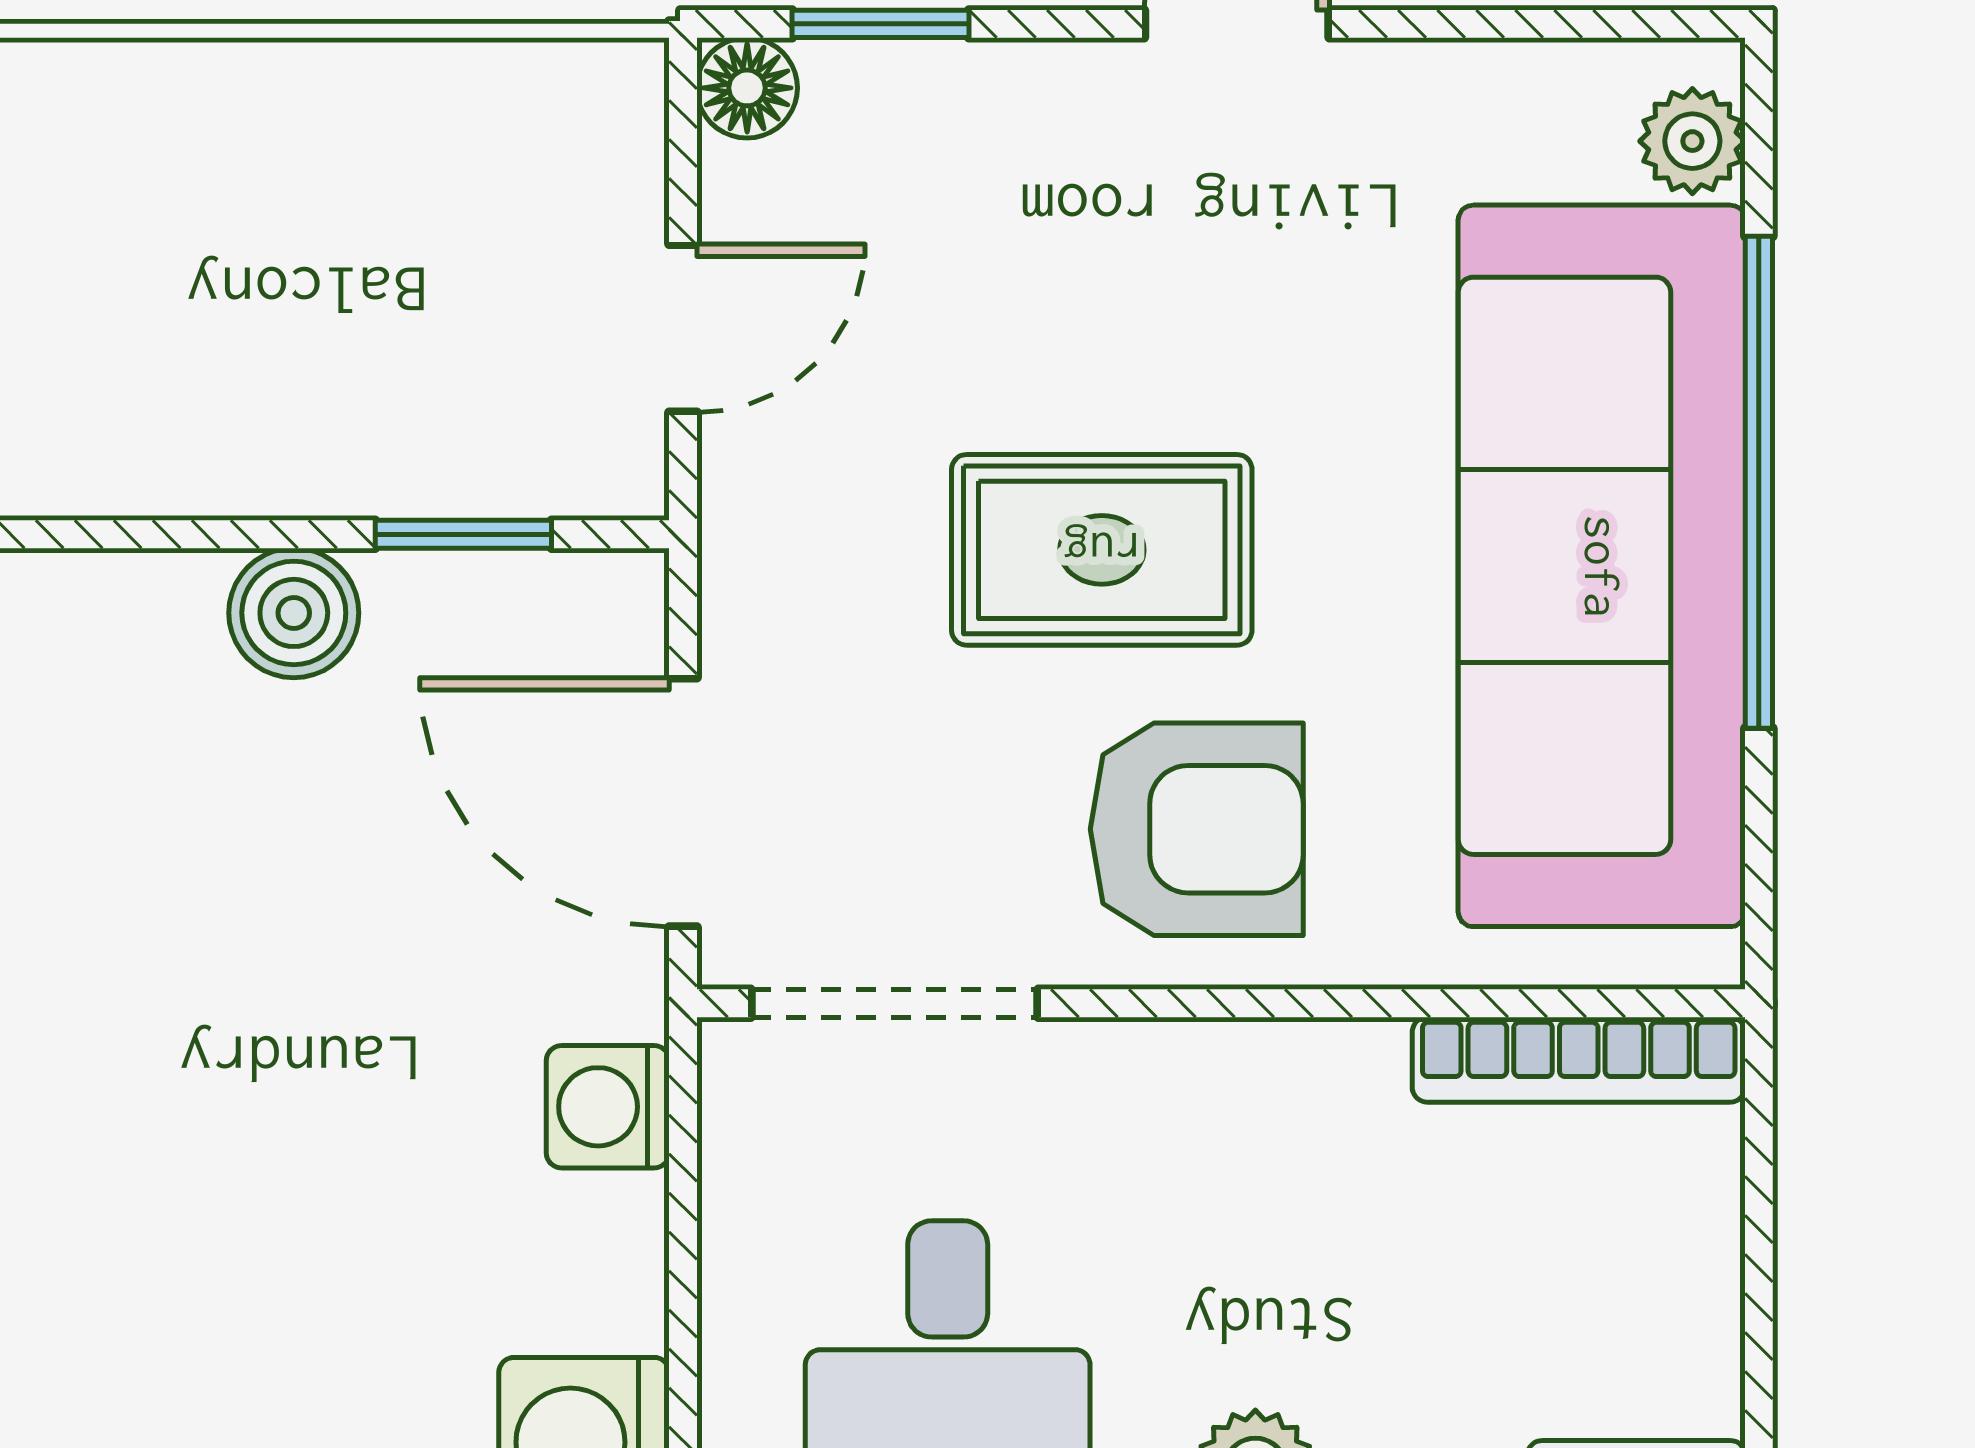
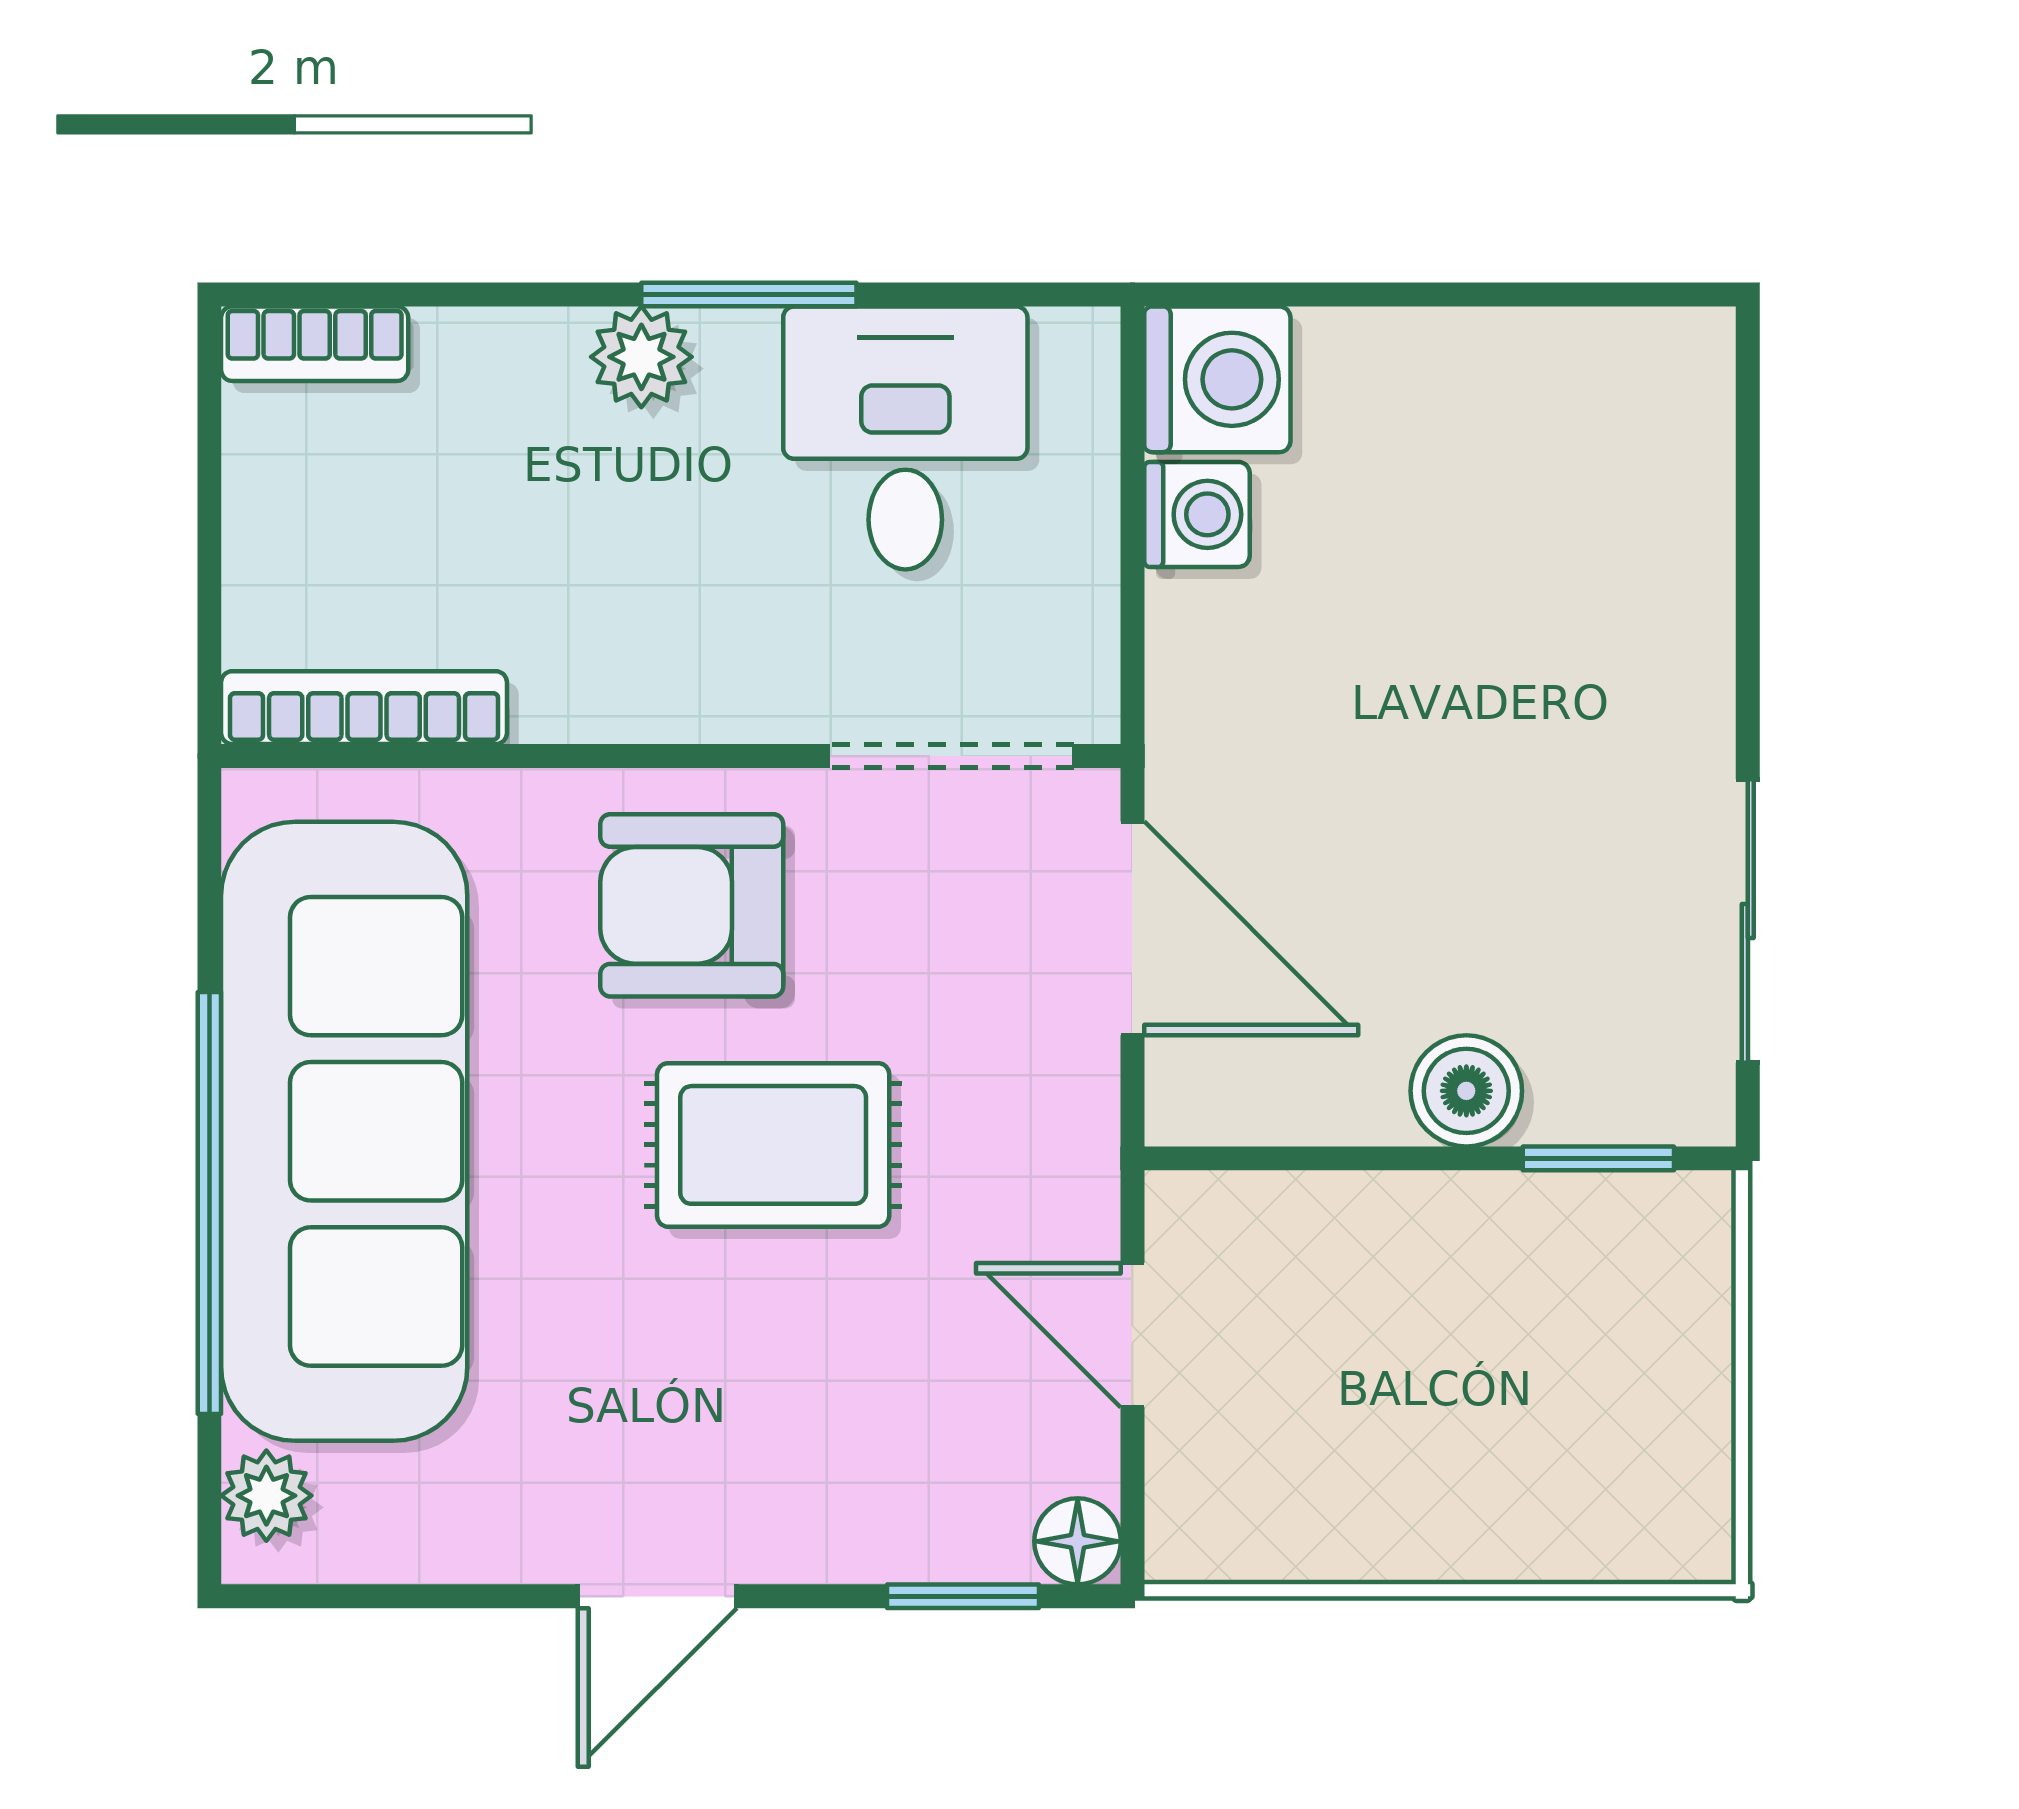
door: (683, 328) -> (1132, 1335), hinge flipped
window: (463, 534) -> (1598, 1158), moved
washing machine: (608, 1107) -> (1197, 514), moved

